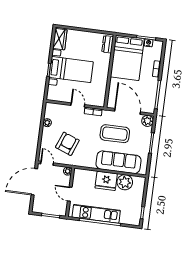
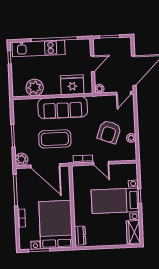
armchair: (67, 144) -> (109, 132), moved
sofa: (118, 162) -> (63, 108), moved
door: (47, 163) -> (124, 93), hinge flipped
fridge: (106, 181) -> (72, 85), moved
door: (70, 194) -> (93, 64), hinge flipped
kitchen unit: (96, 214) -> (39, 48), moved

